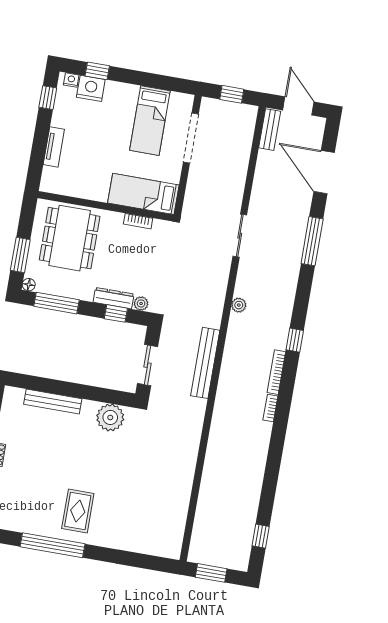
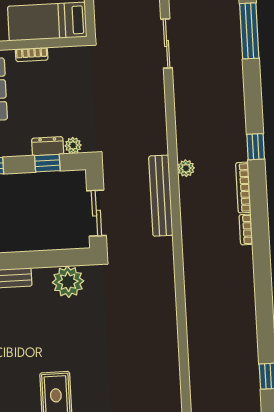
bookcase: (138, 221) -> (32, 54), moved
dresser: (114, 298) -> (48, 146), width x0.70
plant: (239, 305) -> (186, 168), moved

